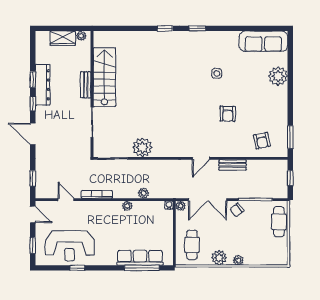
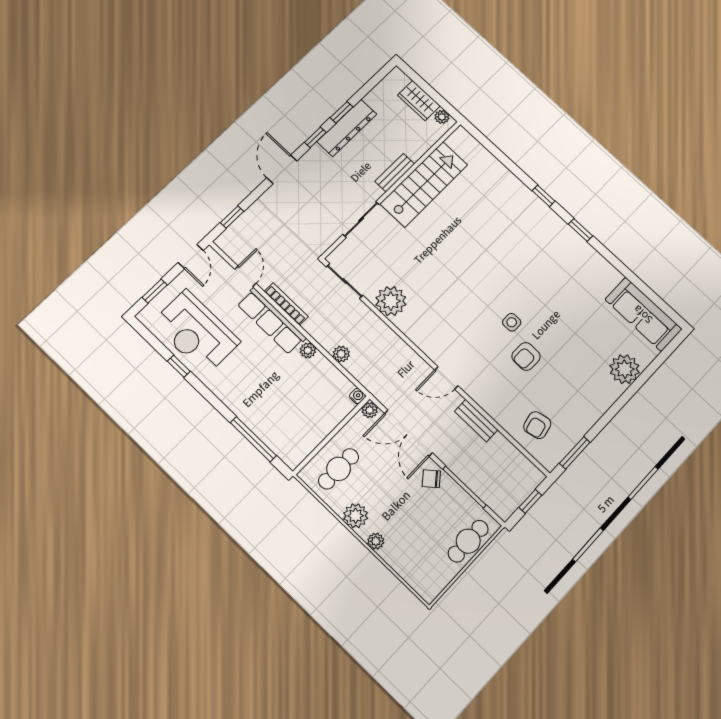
side table: (217, 73) -> (512, 322), moved
row of seats: (140, 258) -> (271, 321), moved, turned 180

